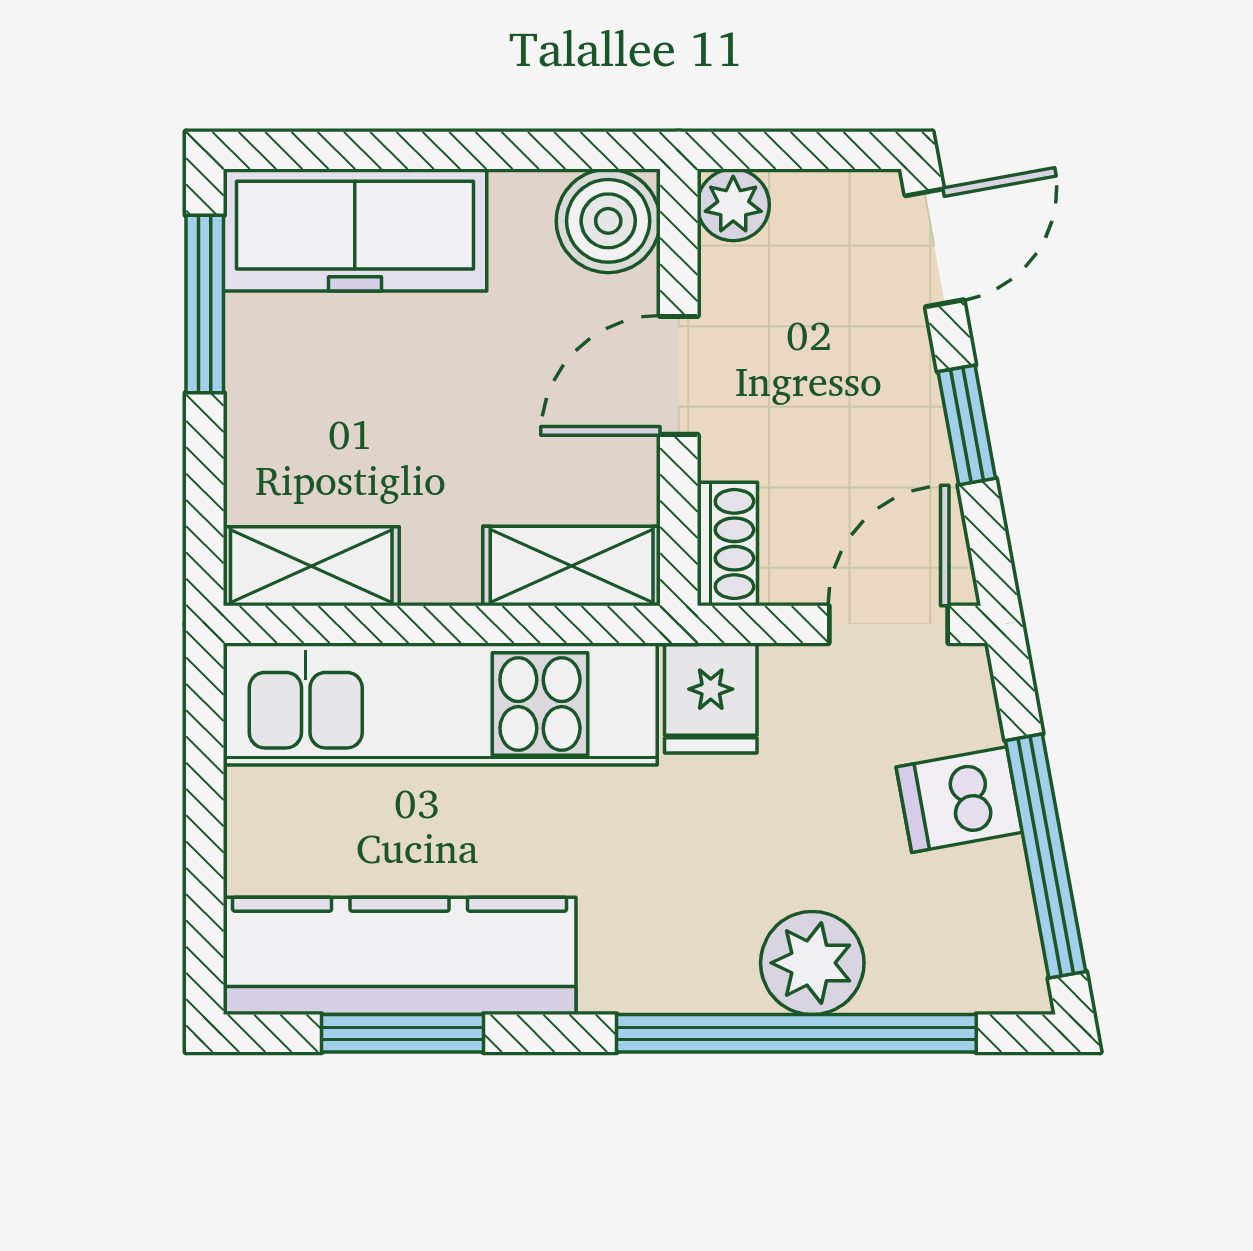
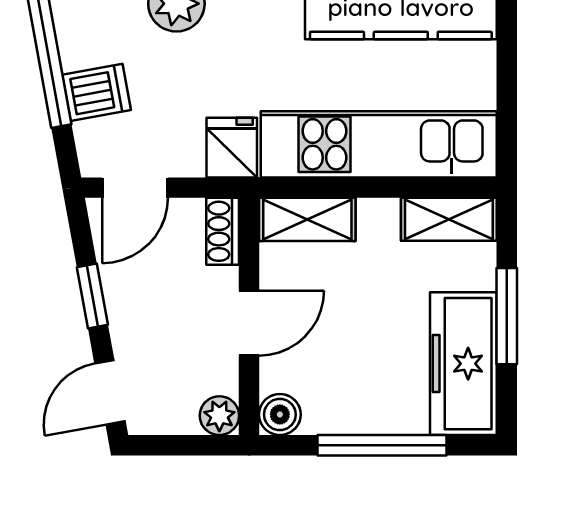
window: (434, 150) -> (382, 445), added
boiler: (608, 221) -> (280, 414), width x0.73, depth x0.73
freezer: (355, 230) -> (463, 364), moved, turned -90
window: (205, 304) -> (507, 316), moved

